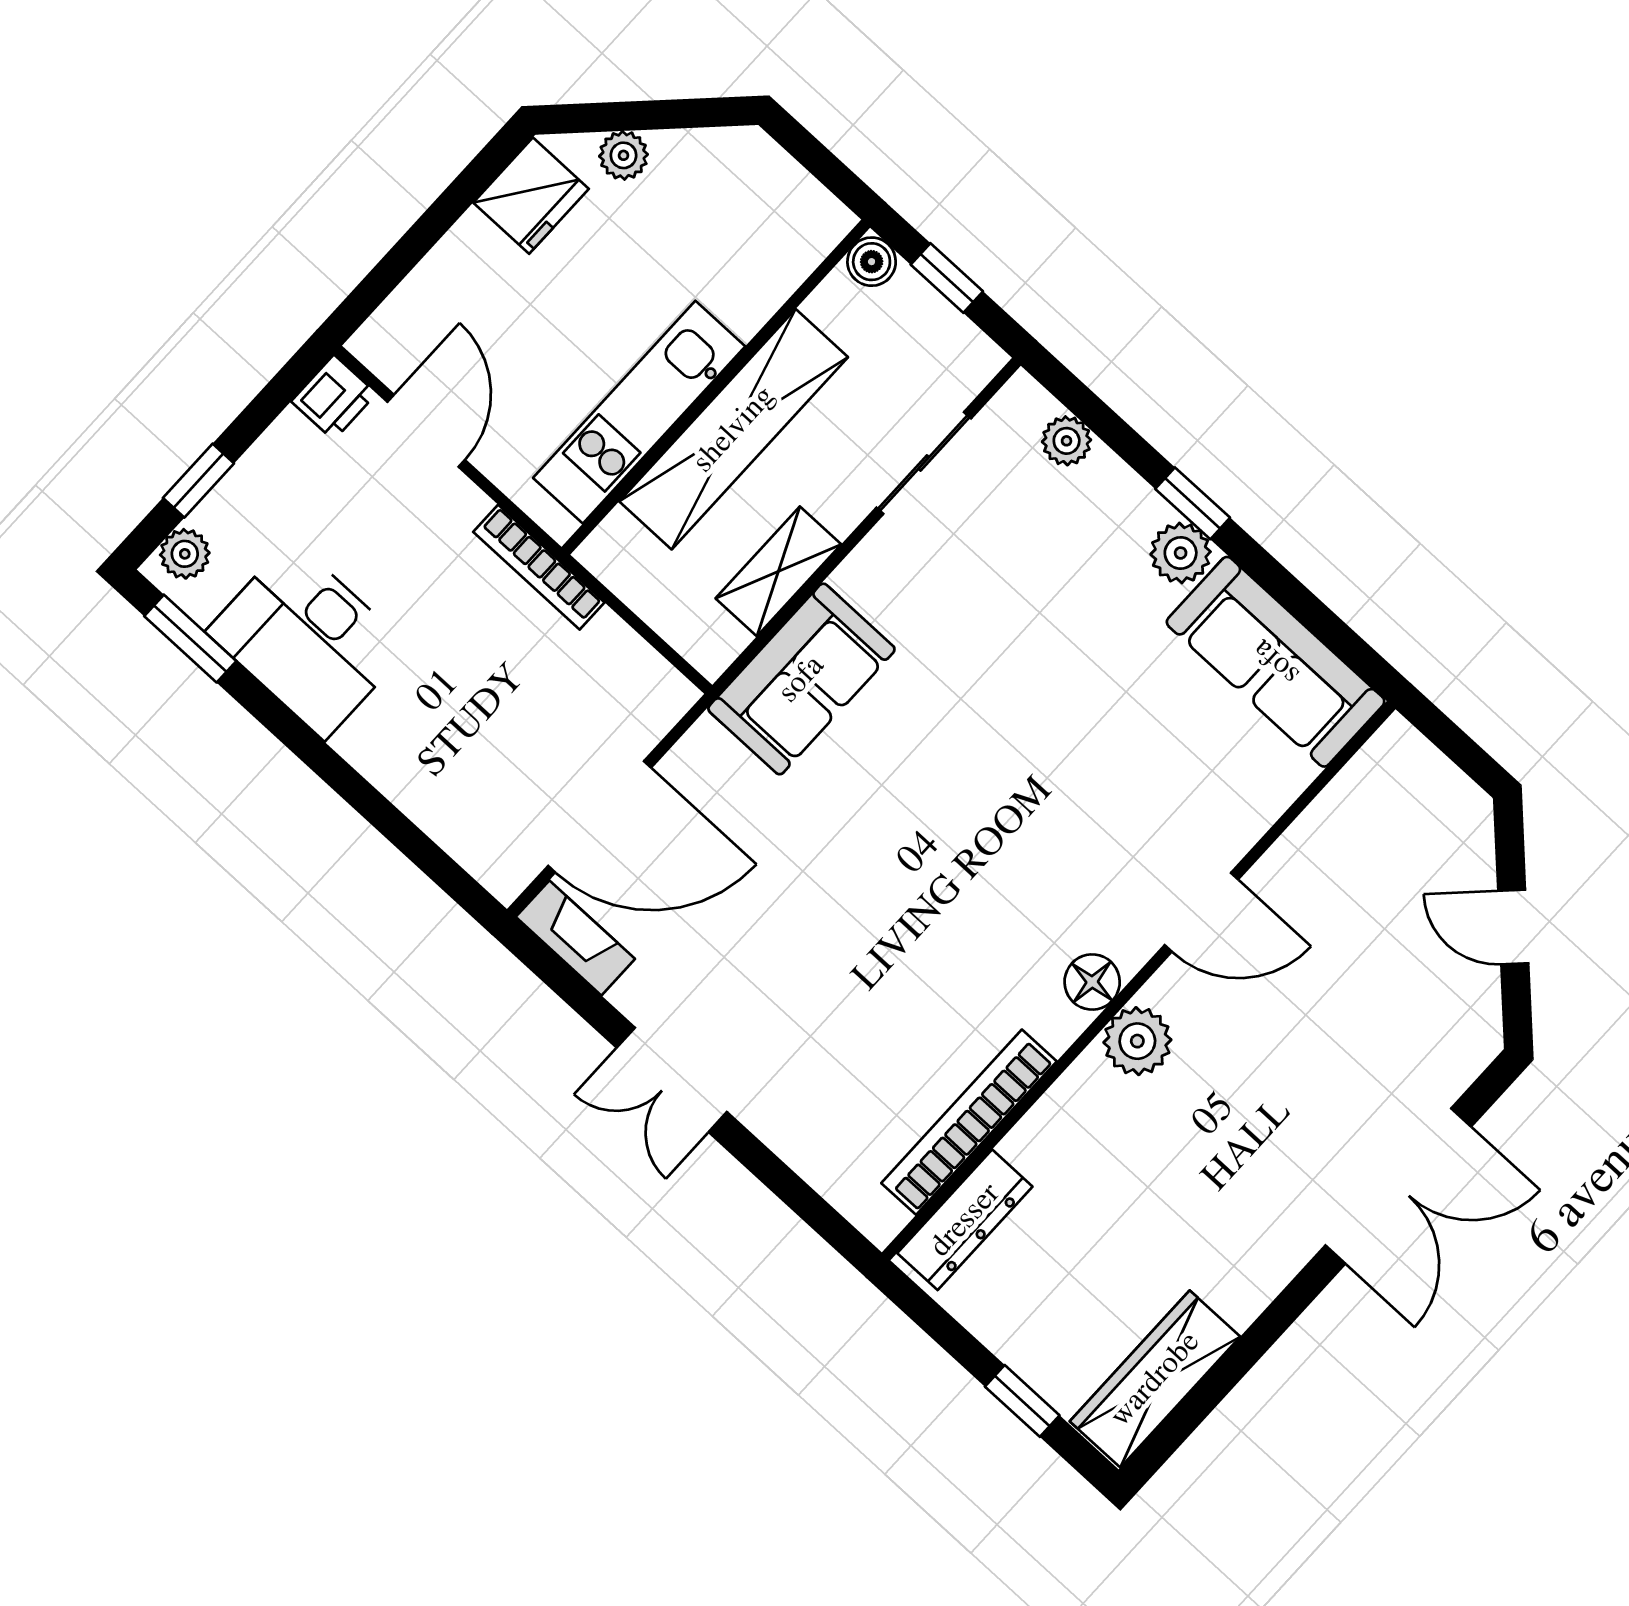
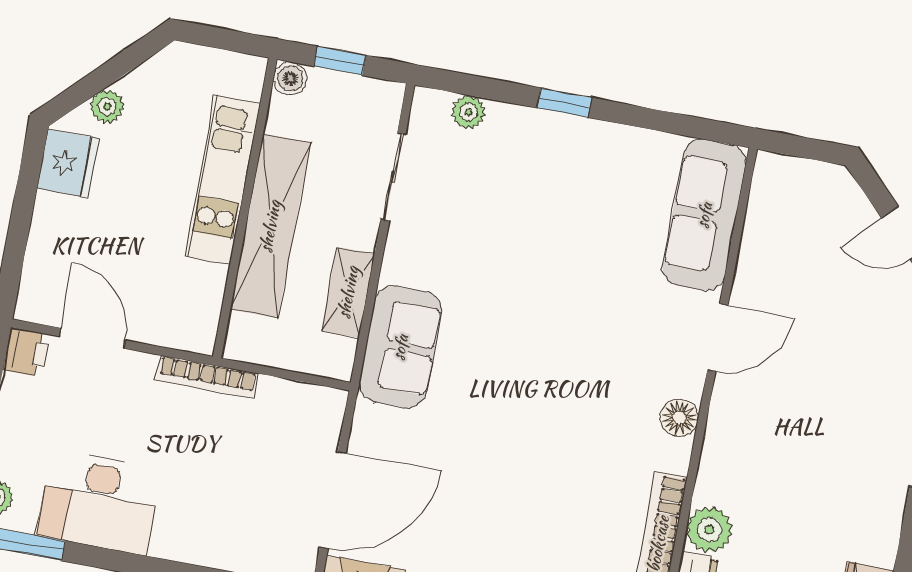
kitchen unit: (639, 412) -> (222, 180), moved
plant: (1181, 553) -> (575, 136), removed
sofa: (1276, 662) -> (704, 215), moved, turned 90
plant: (1137, 1041) -> (709, 530), moved

